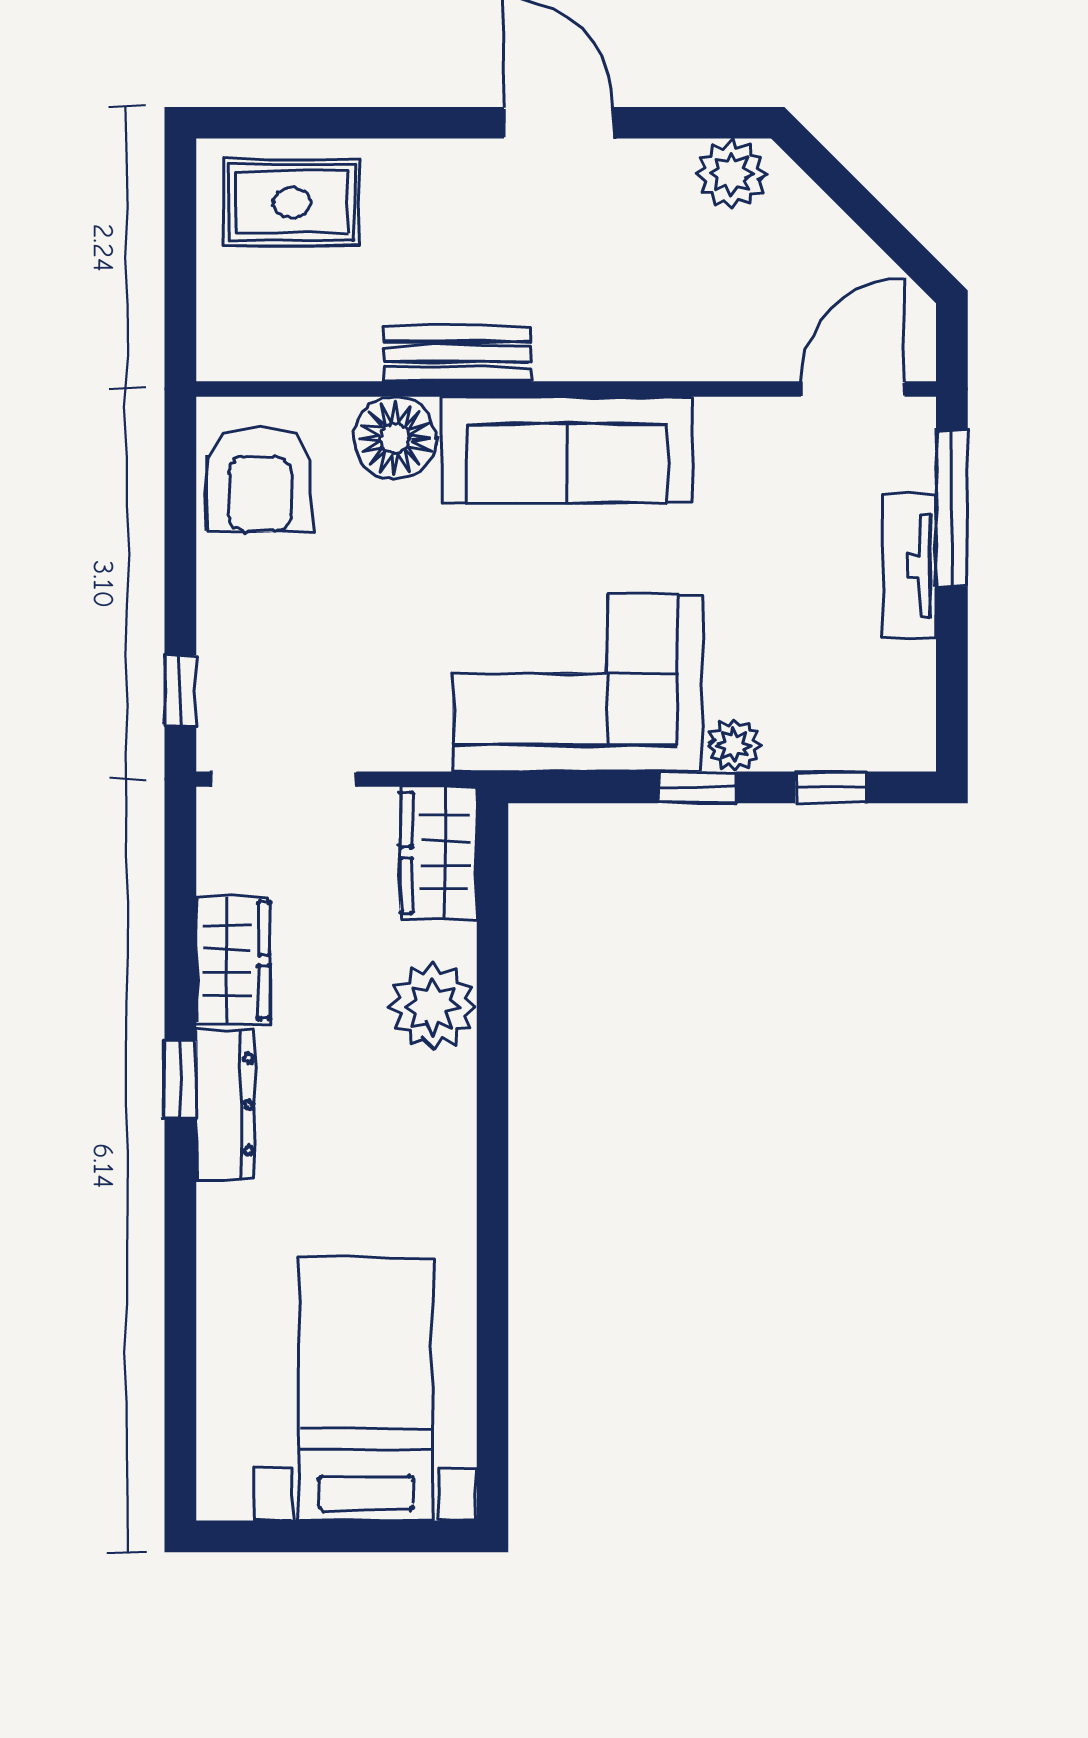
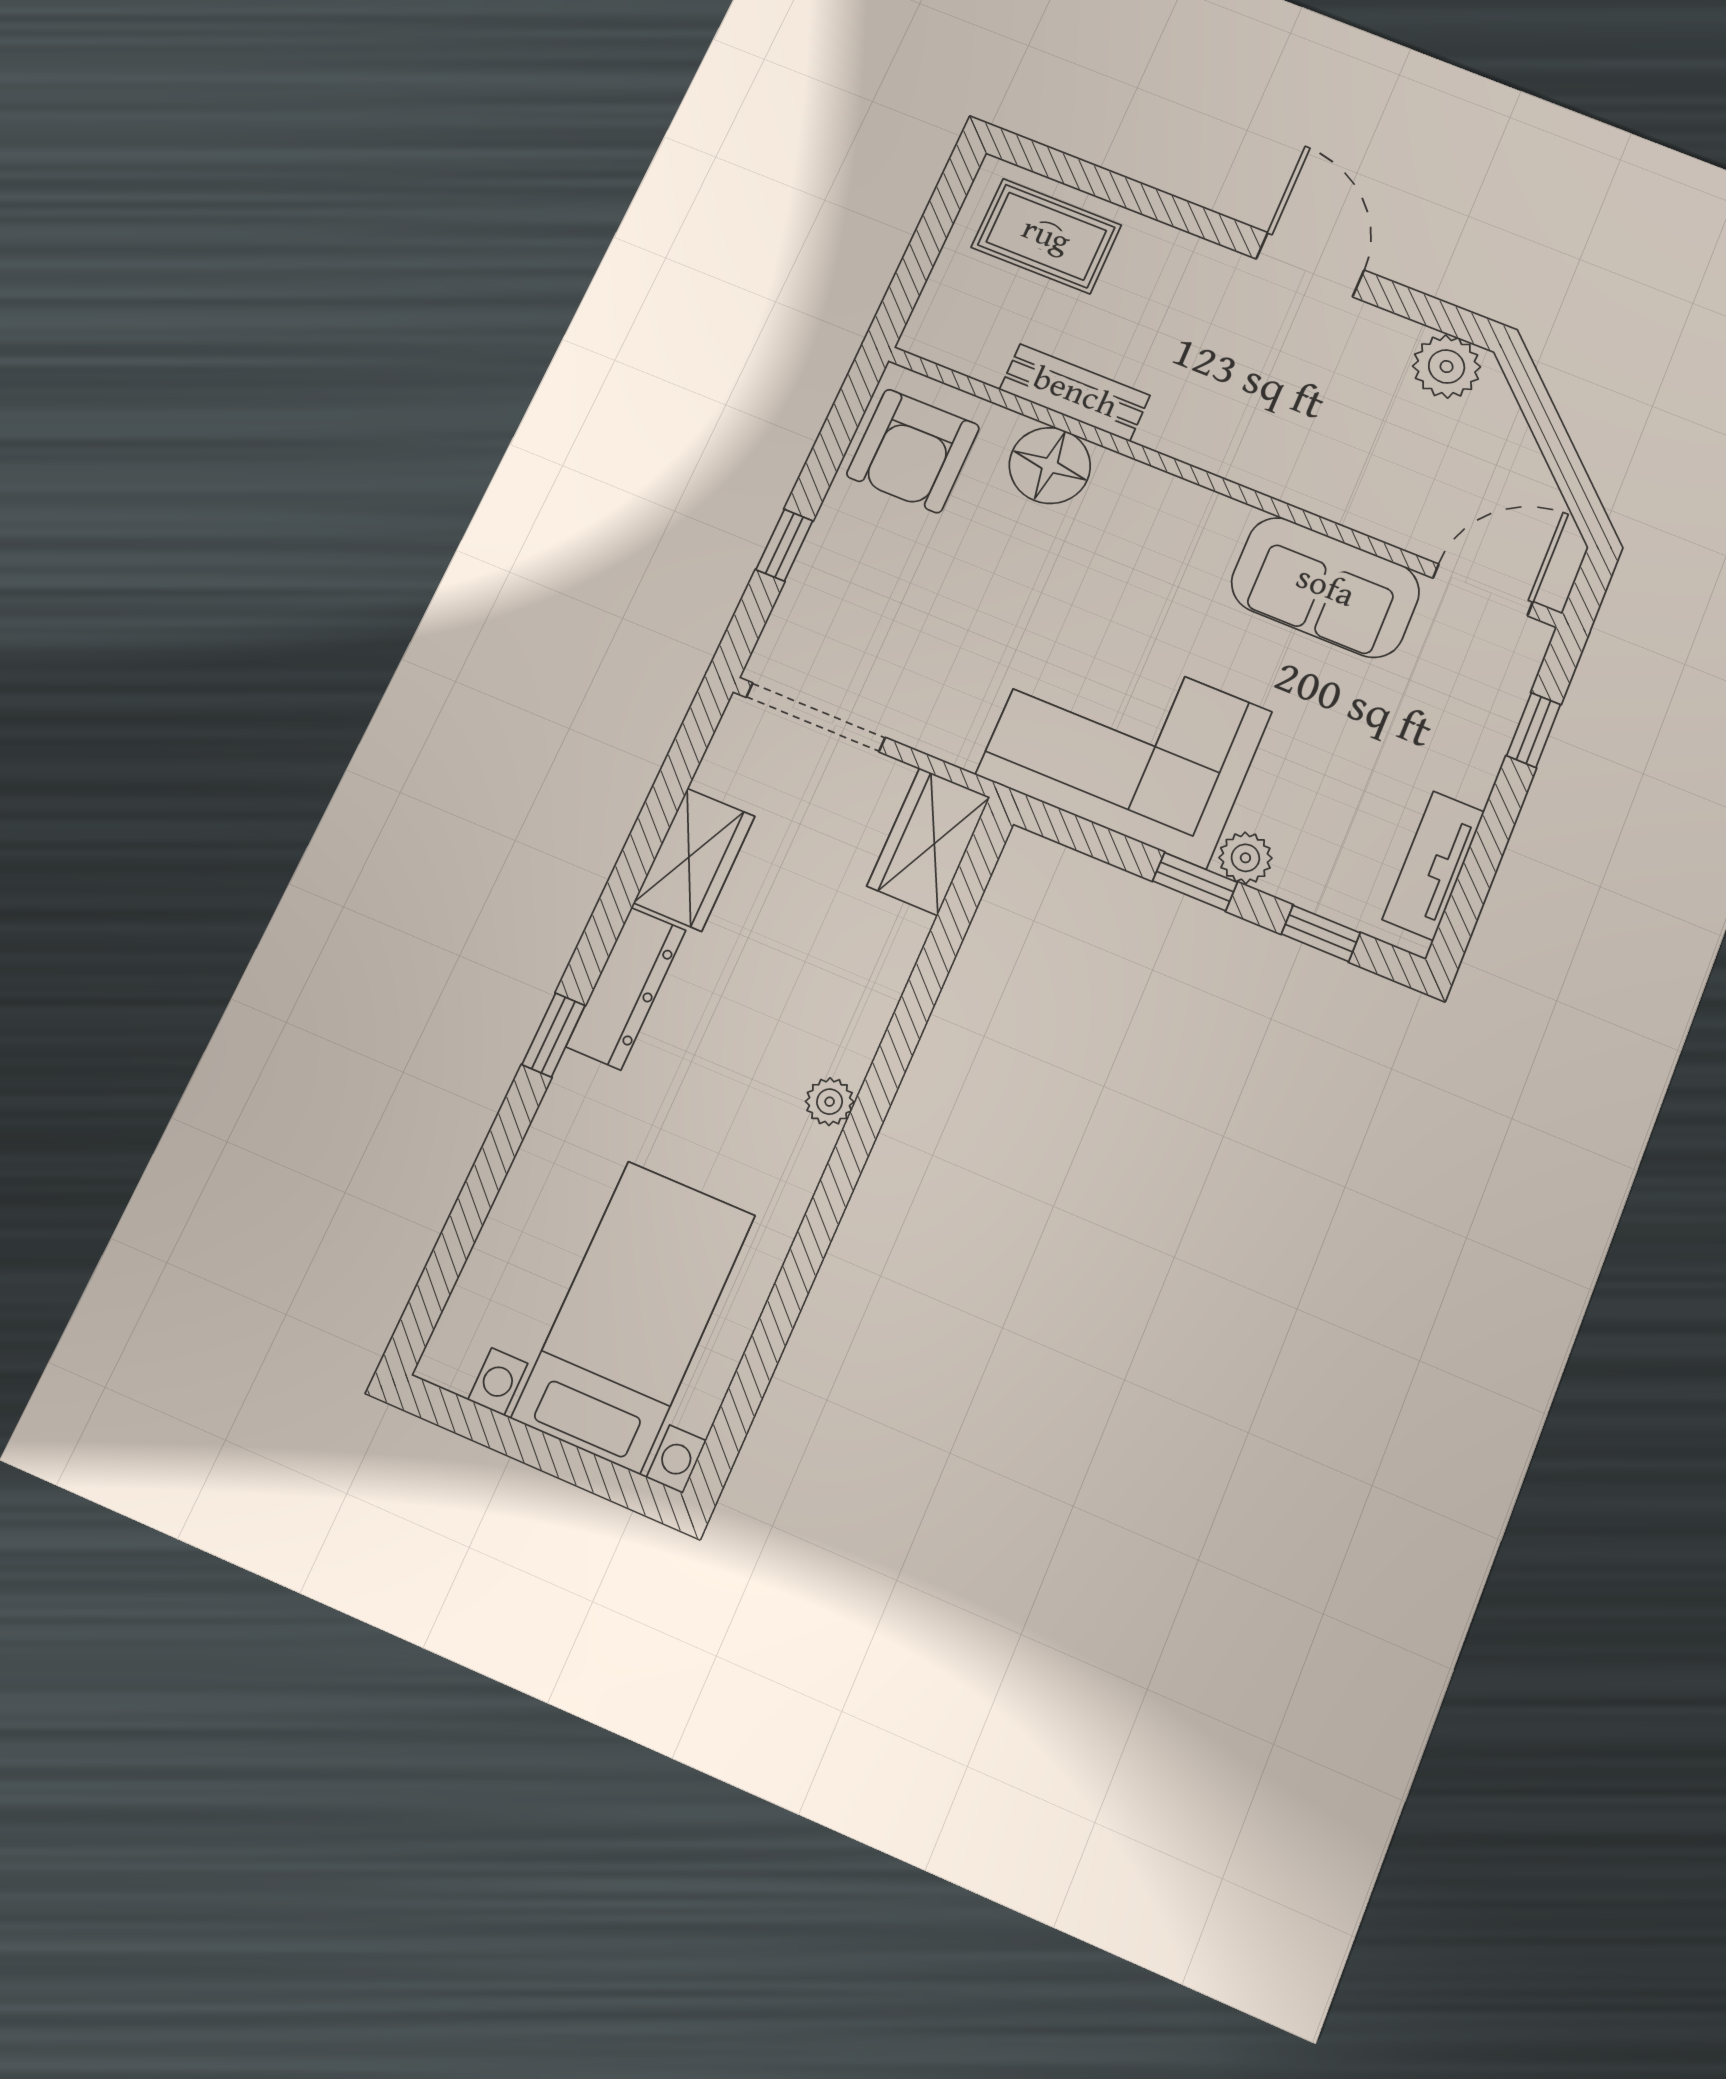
bench: (458, 354) -> (1075, 393), moved
sofa: (566, 450) -> (1325, 587), moved, width x0.73
window: (952, 509) -> (1534, 730), width x0.46
tv unit: (909, 566) -> (1433, 866), moved
window: (180, 691) -> (784, 545), moved
plant: (433, 1007) -> (830, 1102), moved, width x0.53, depth x0.53
window: (180, 1079) -> (553, 1035), moved

